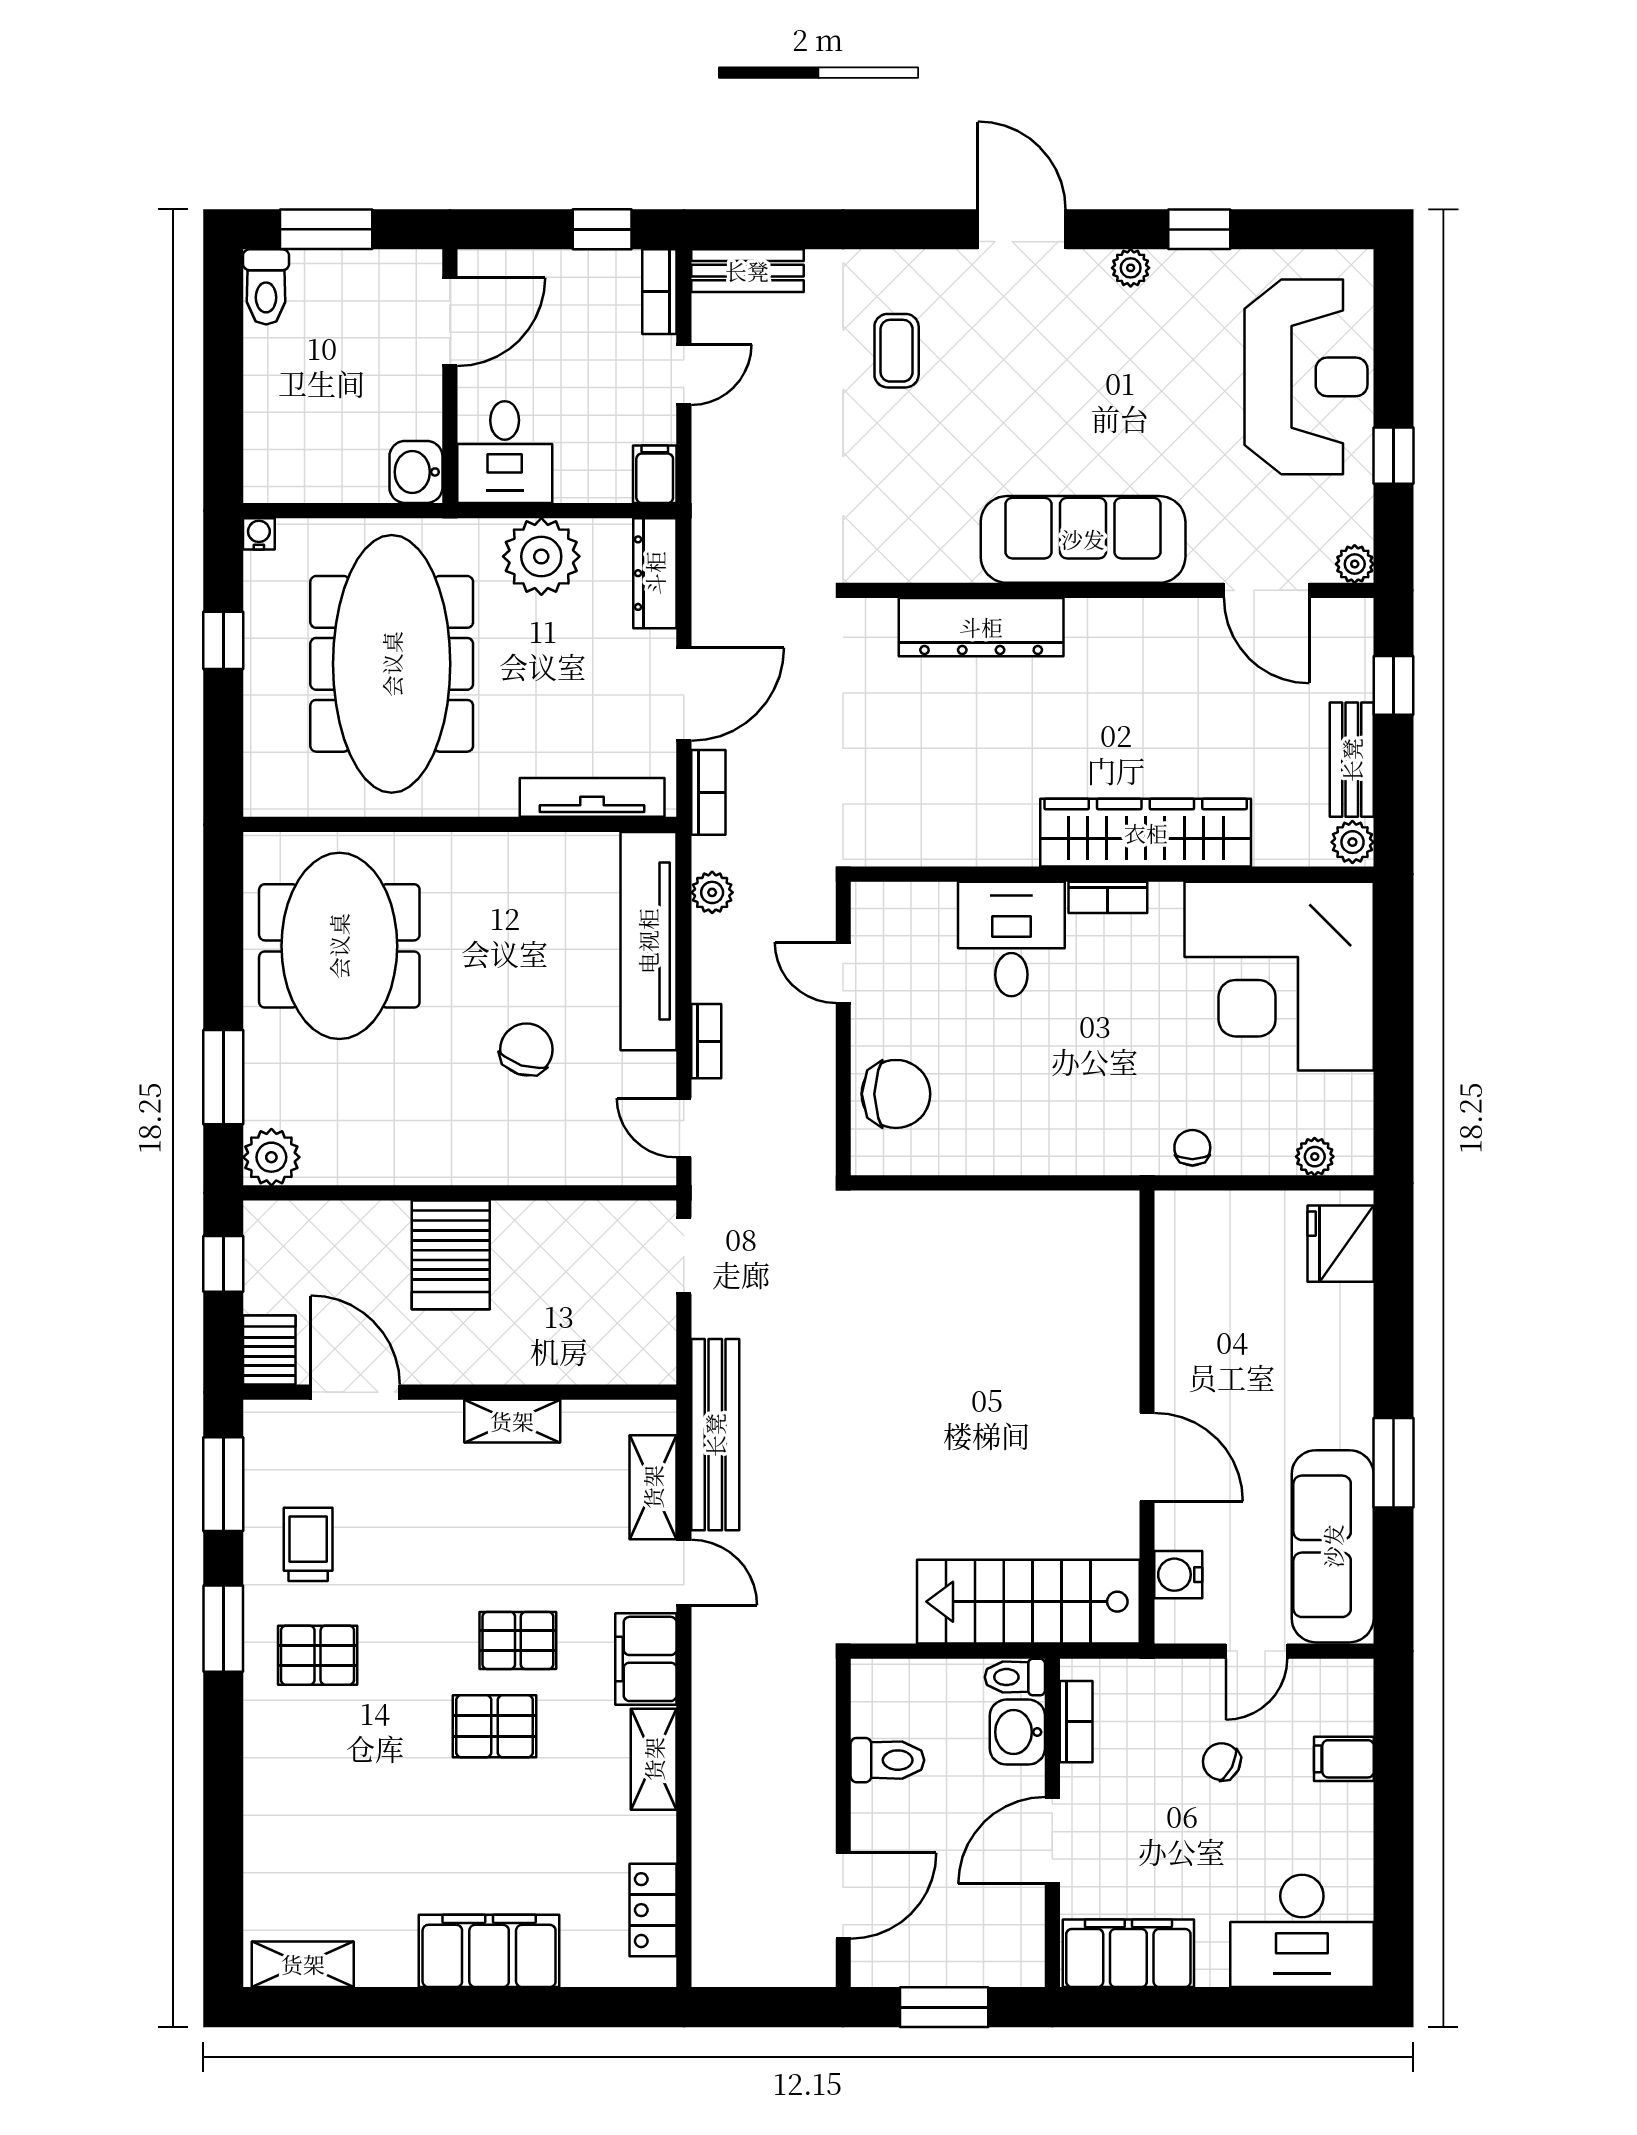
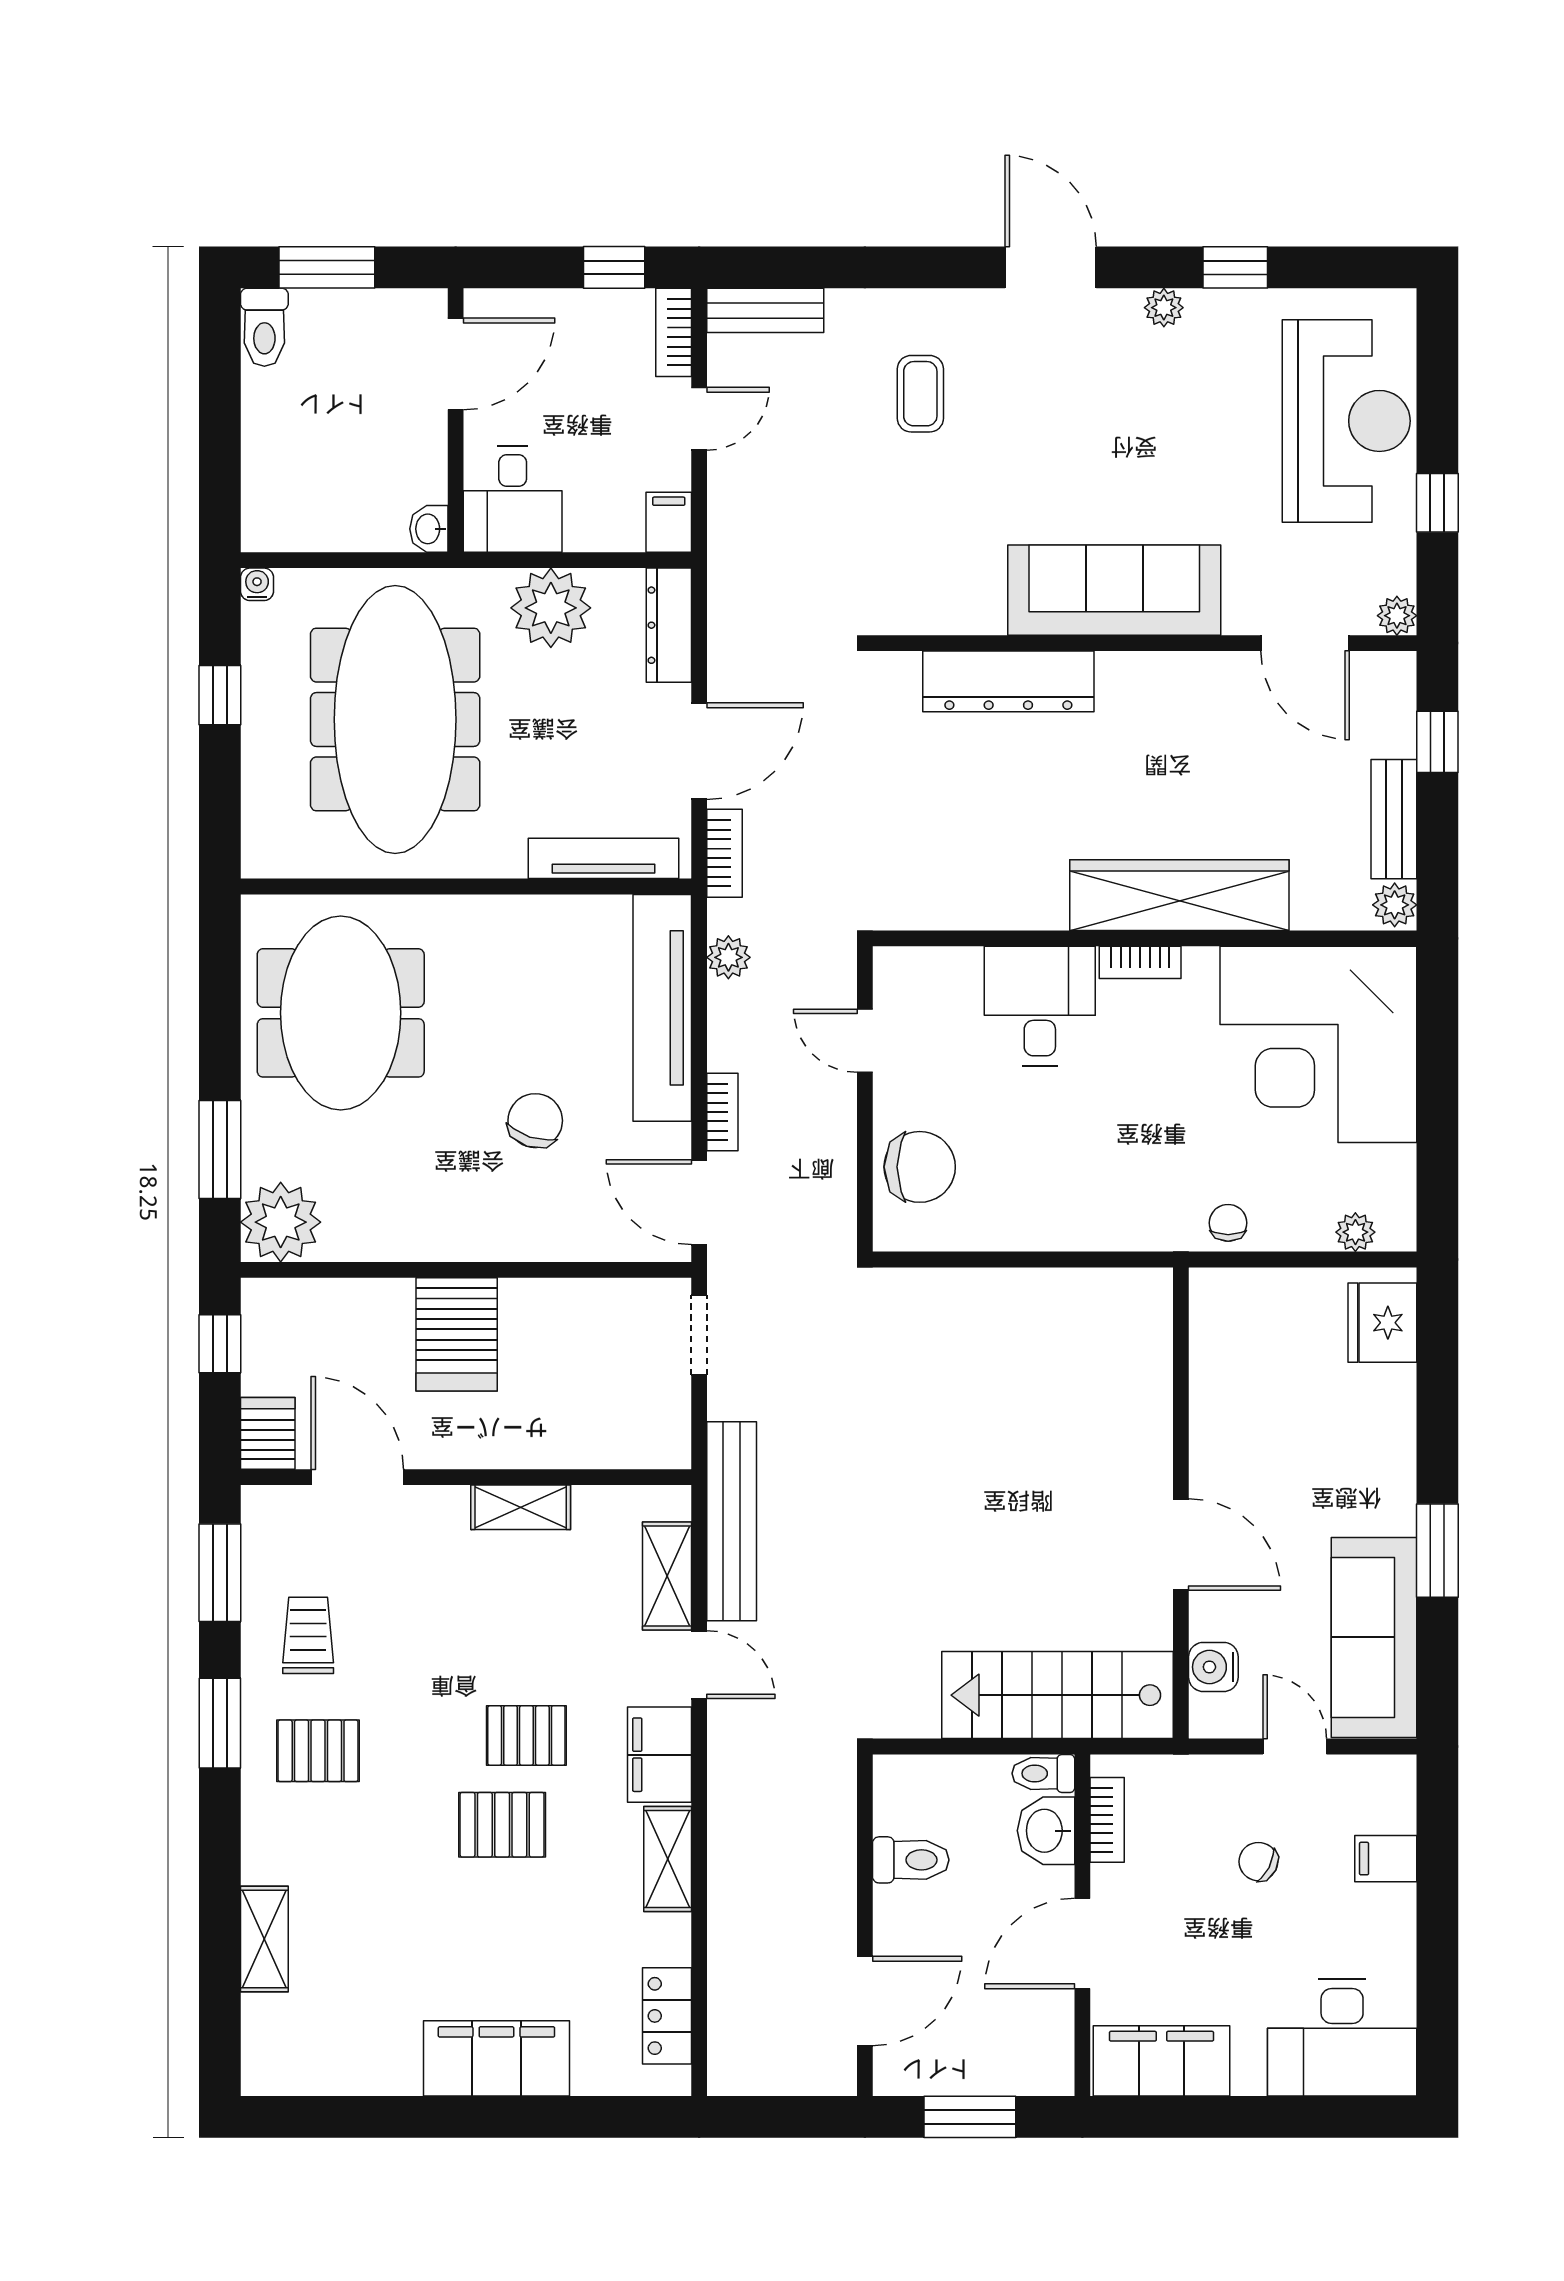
washbasin: (416, 472) -> (429, 529), width x0.72, depth x0.69
door: (684, 1128) -> (699, 1202), width x1.38
plant: (271, 1157) -> (281, 1222), width x1.36, depth x1.36
door: (1256, 1651) -> (1295, 1746), swing flipped
shelving: (303, 1964) -> (264, 1939), moved, turned 90

